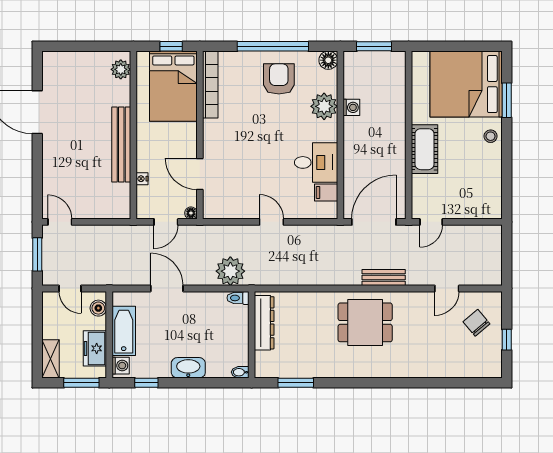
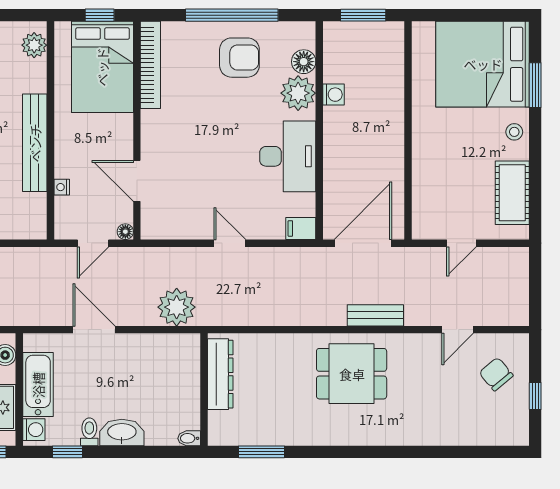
floor lamp: (328, 60) -> (304, 62), moved
armchair: (279, 79) -> (239, 58), turned 90
cot: (425, 149) -> (512, 193), moved
desk: (316, 162) -> (288, 156), width x1.37
filing cabinet: (326, 192) -> (301, 228), moved
door: (431, 222) -> (461, 243), moved
toilet: (238, 298) -> (89, 432), moved, turned 90

